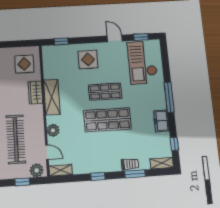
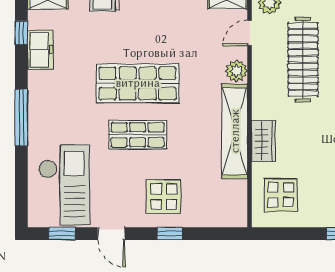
window: (61, 41) -> (170, 234), moved
shelving: (52, 97) -> (235, 131), width x1.47
freezer: (161, 121) -> (40, 50), moved
door: (47, 152) -> (250, 33), hinge flipped

